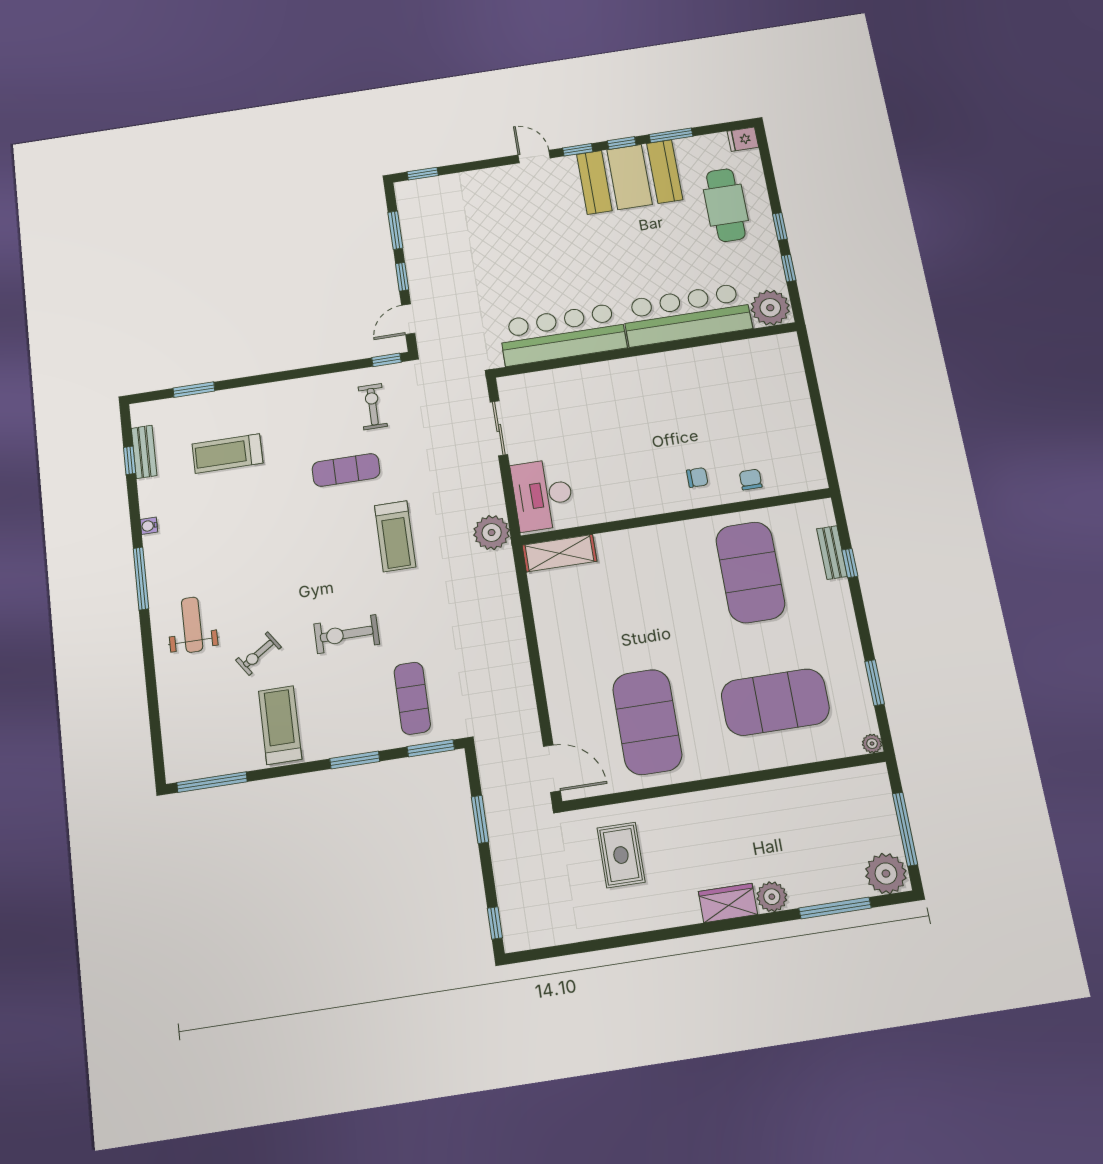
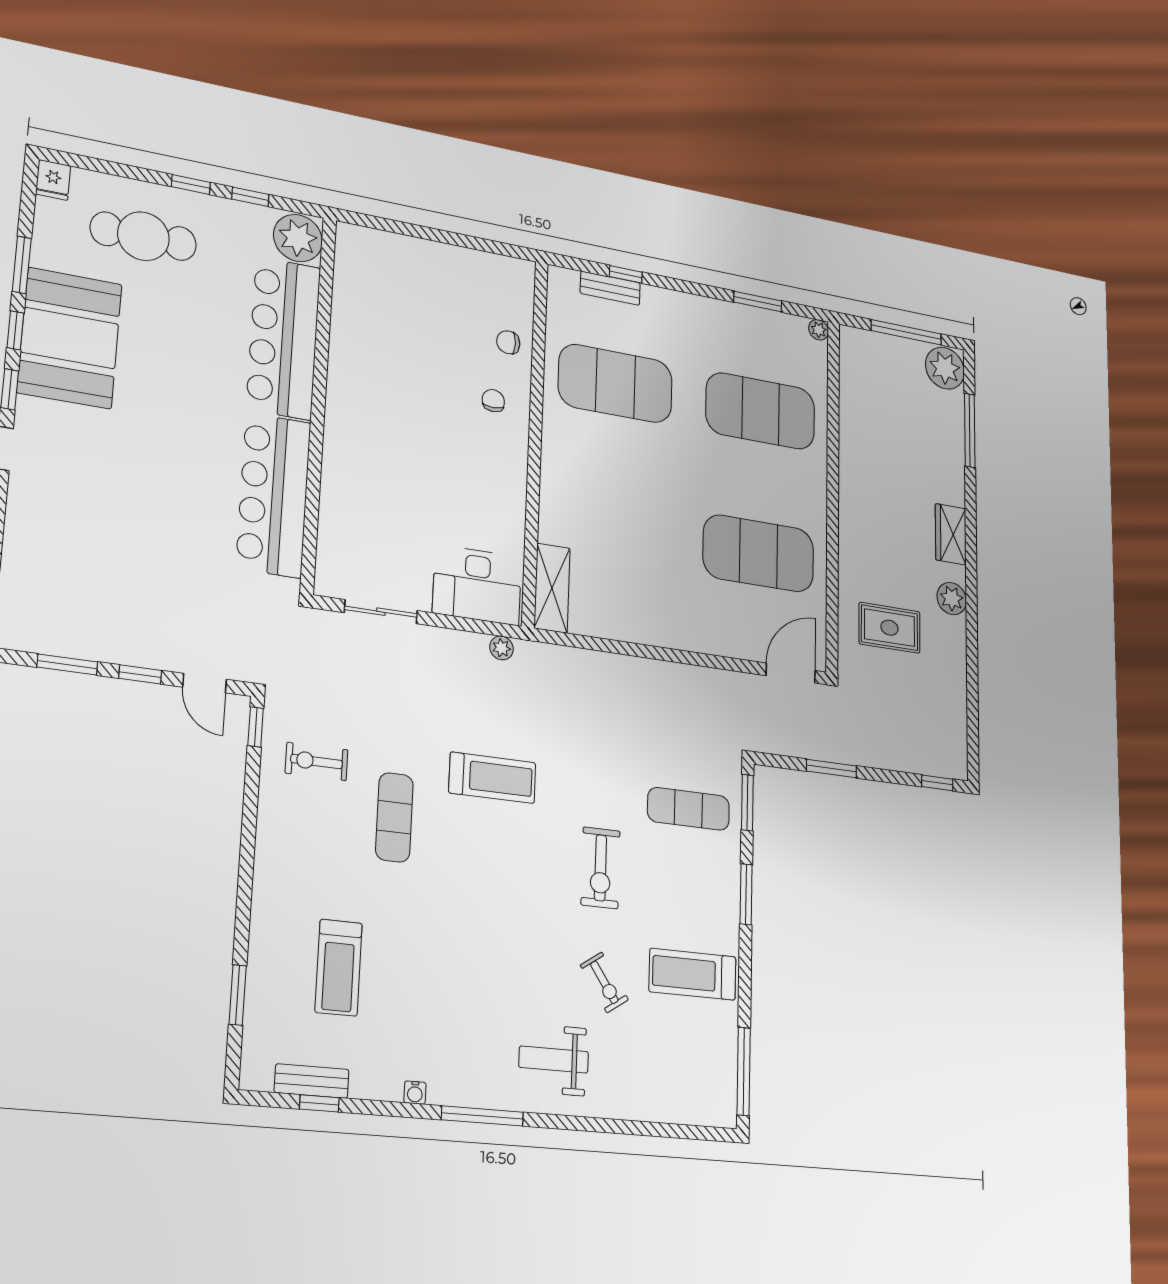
plant: (492, 533) -> (502, 648), width x0.53, depth x0.53
exercise mat: (775, 702) -> (760, 411), turned 90
plant: (772, 897) -> (952, 599), moved

